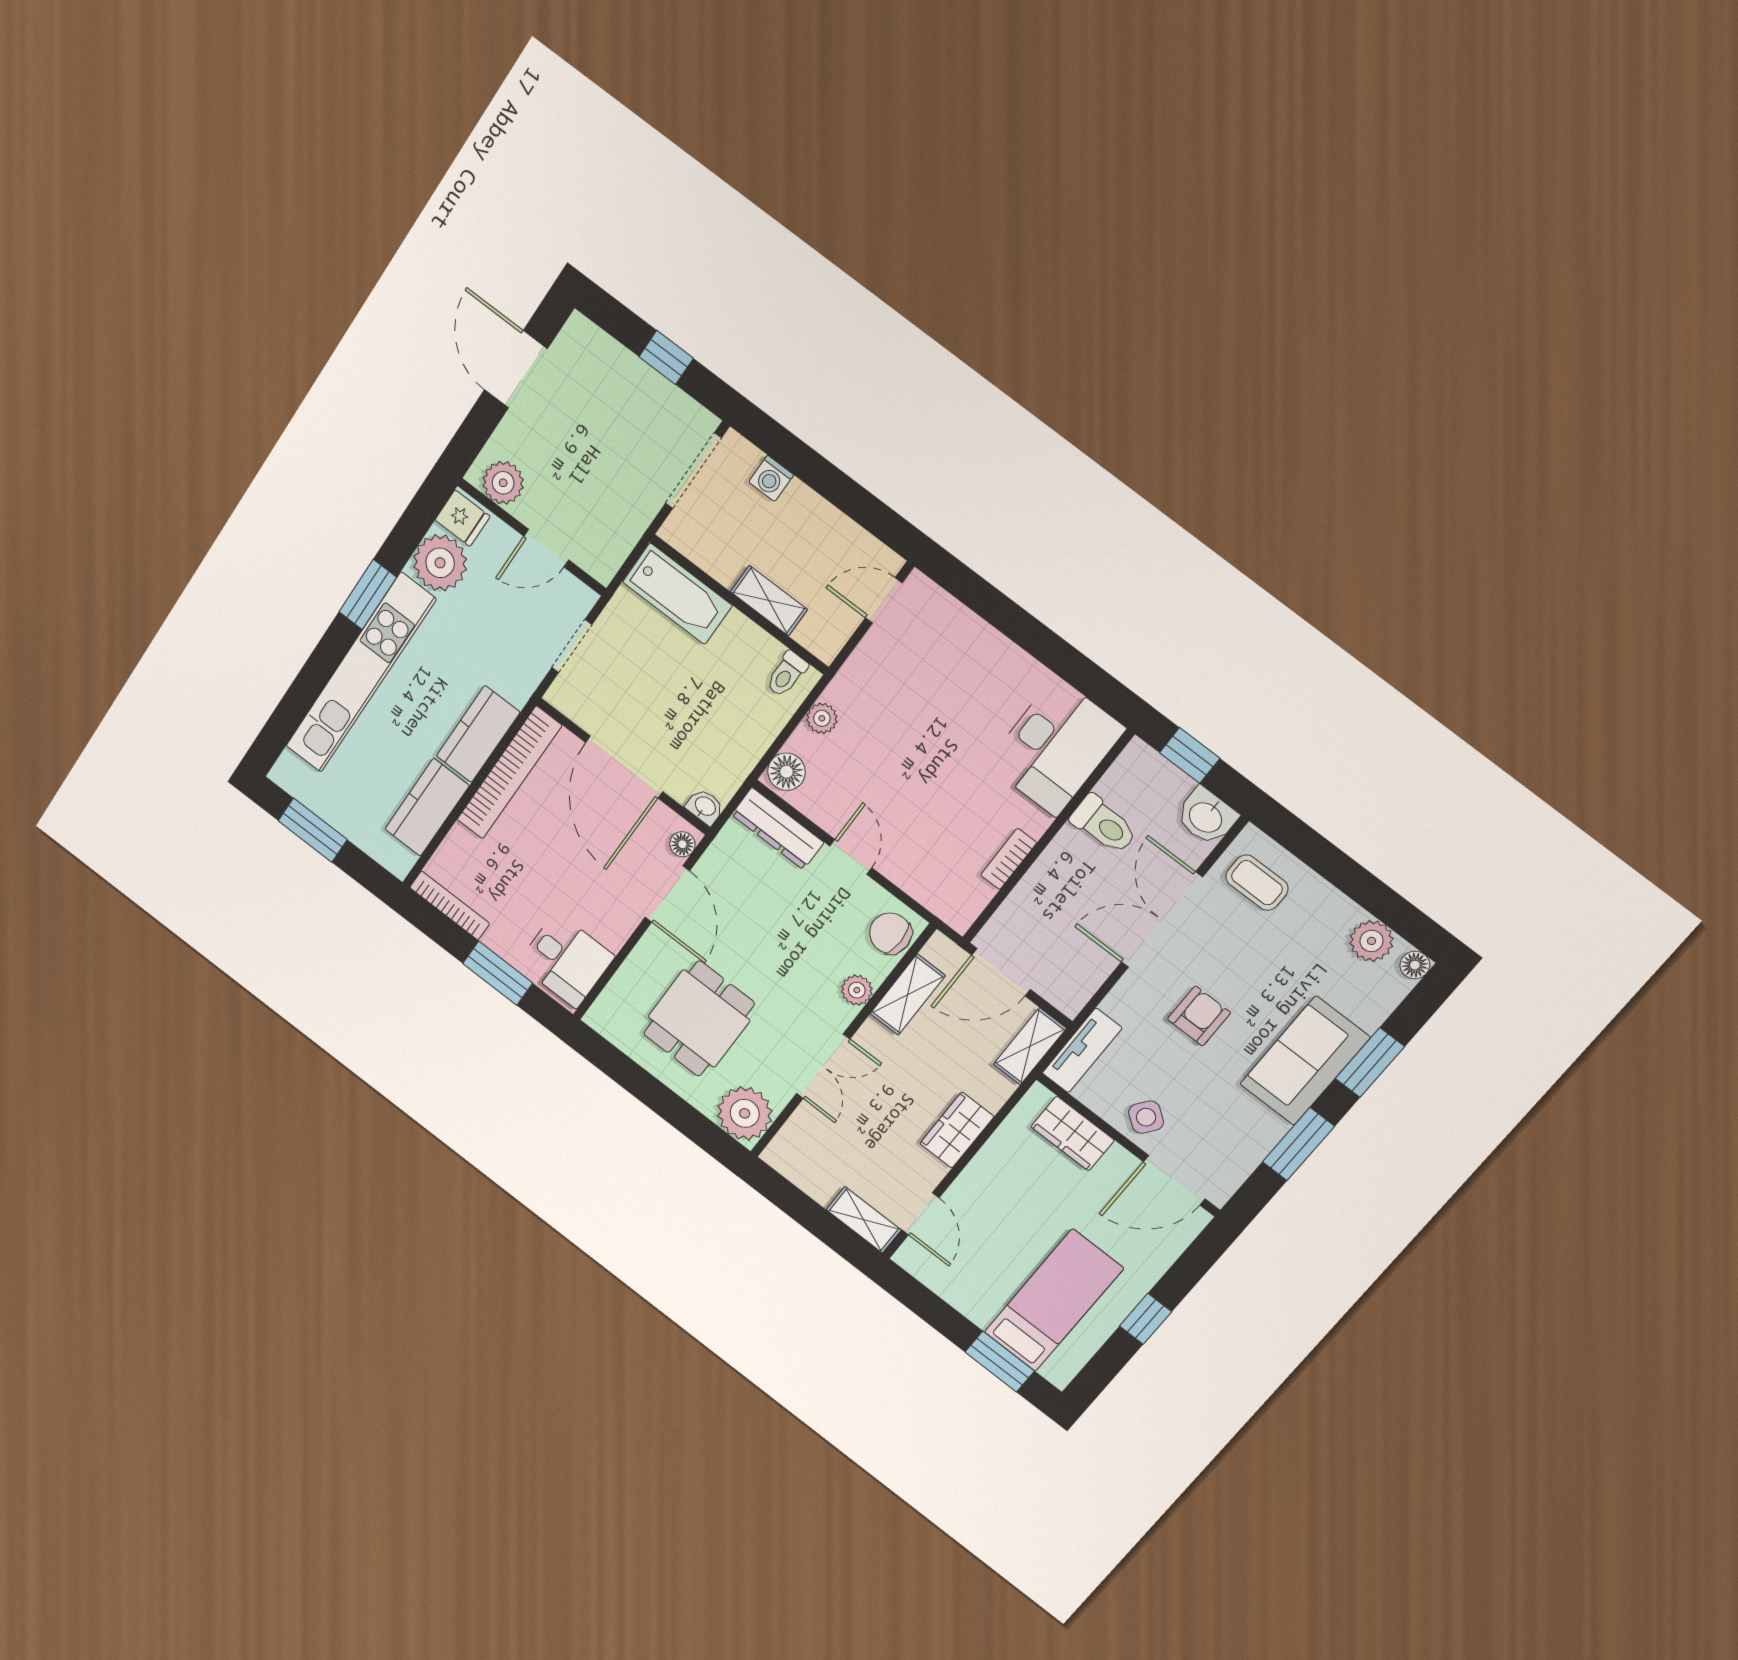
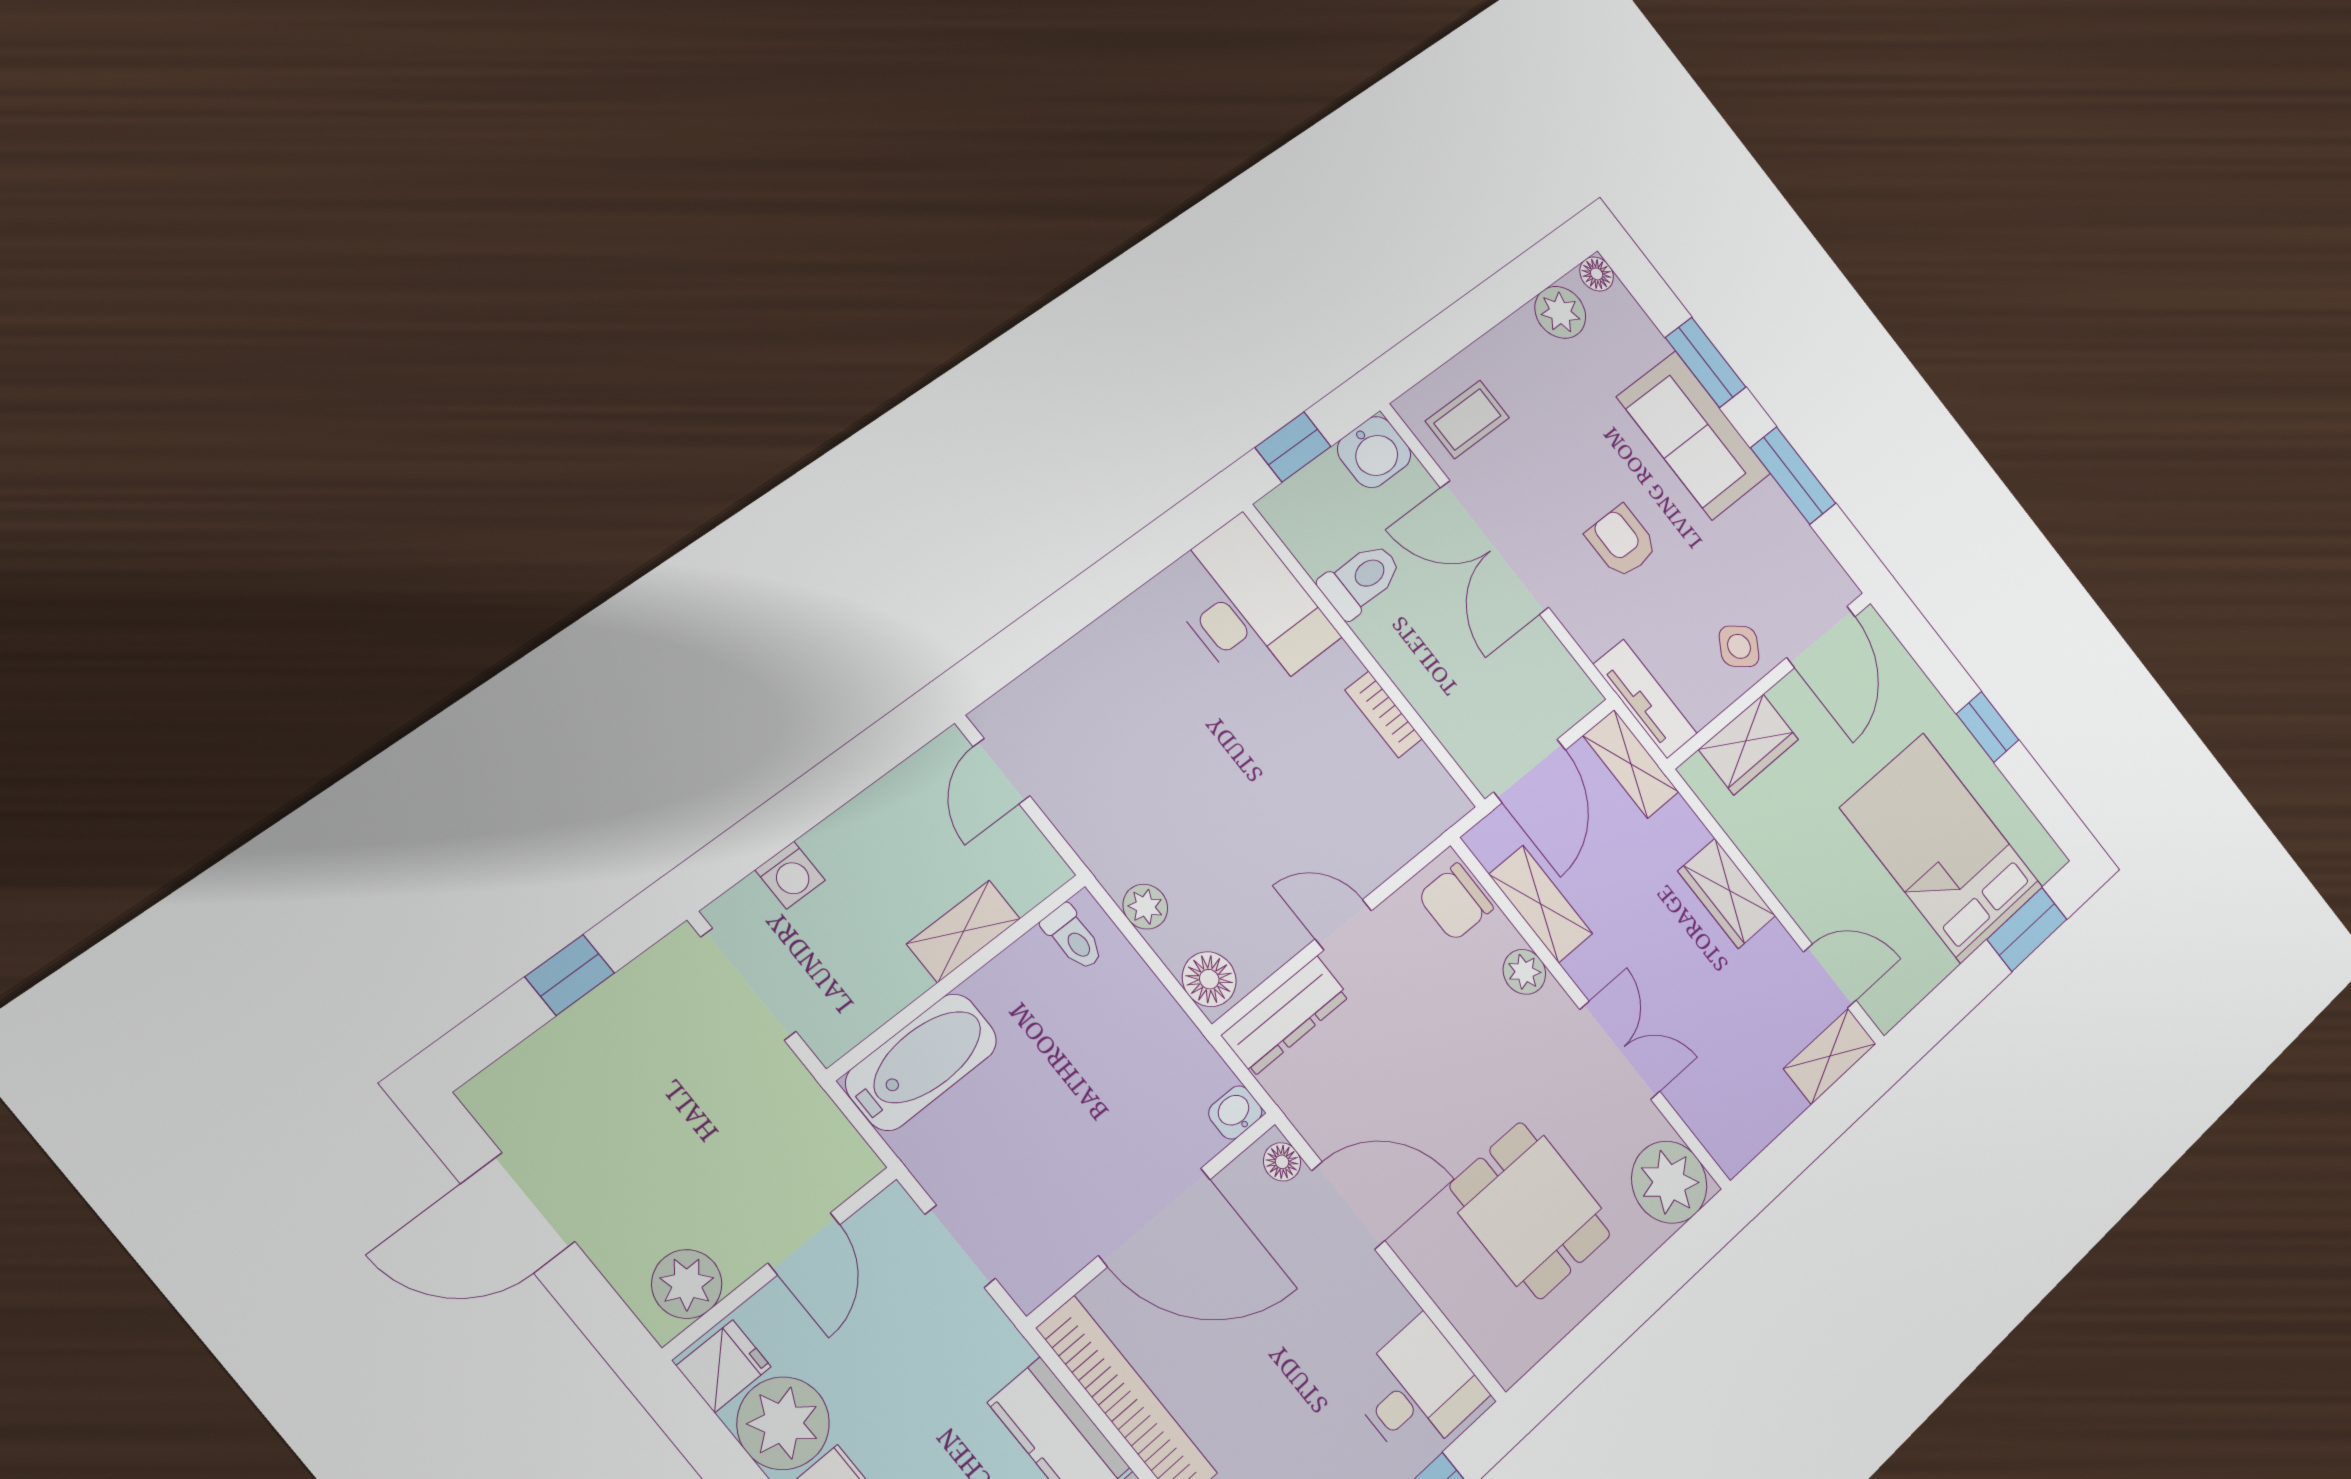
bed: (1054, 1300) -> (1942, 848), width x1.50

